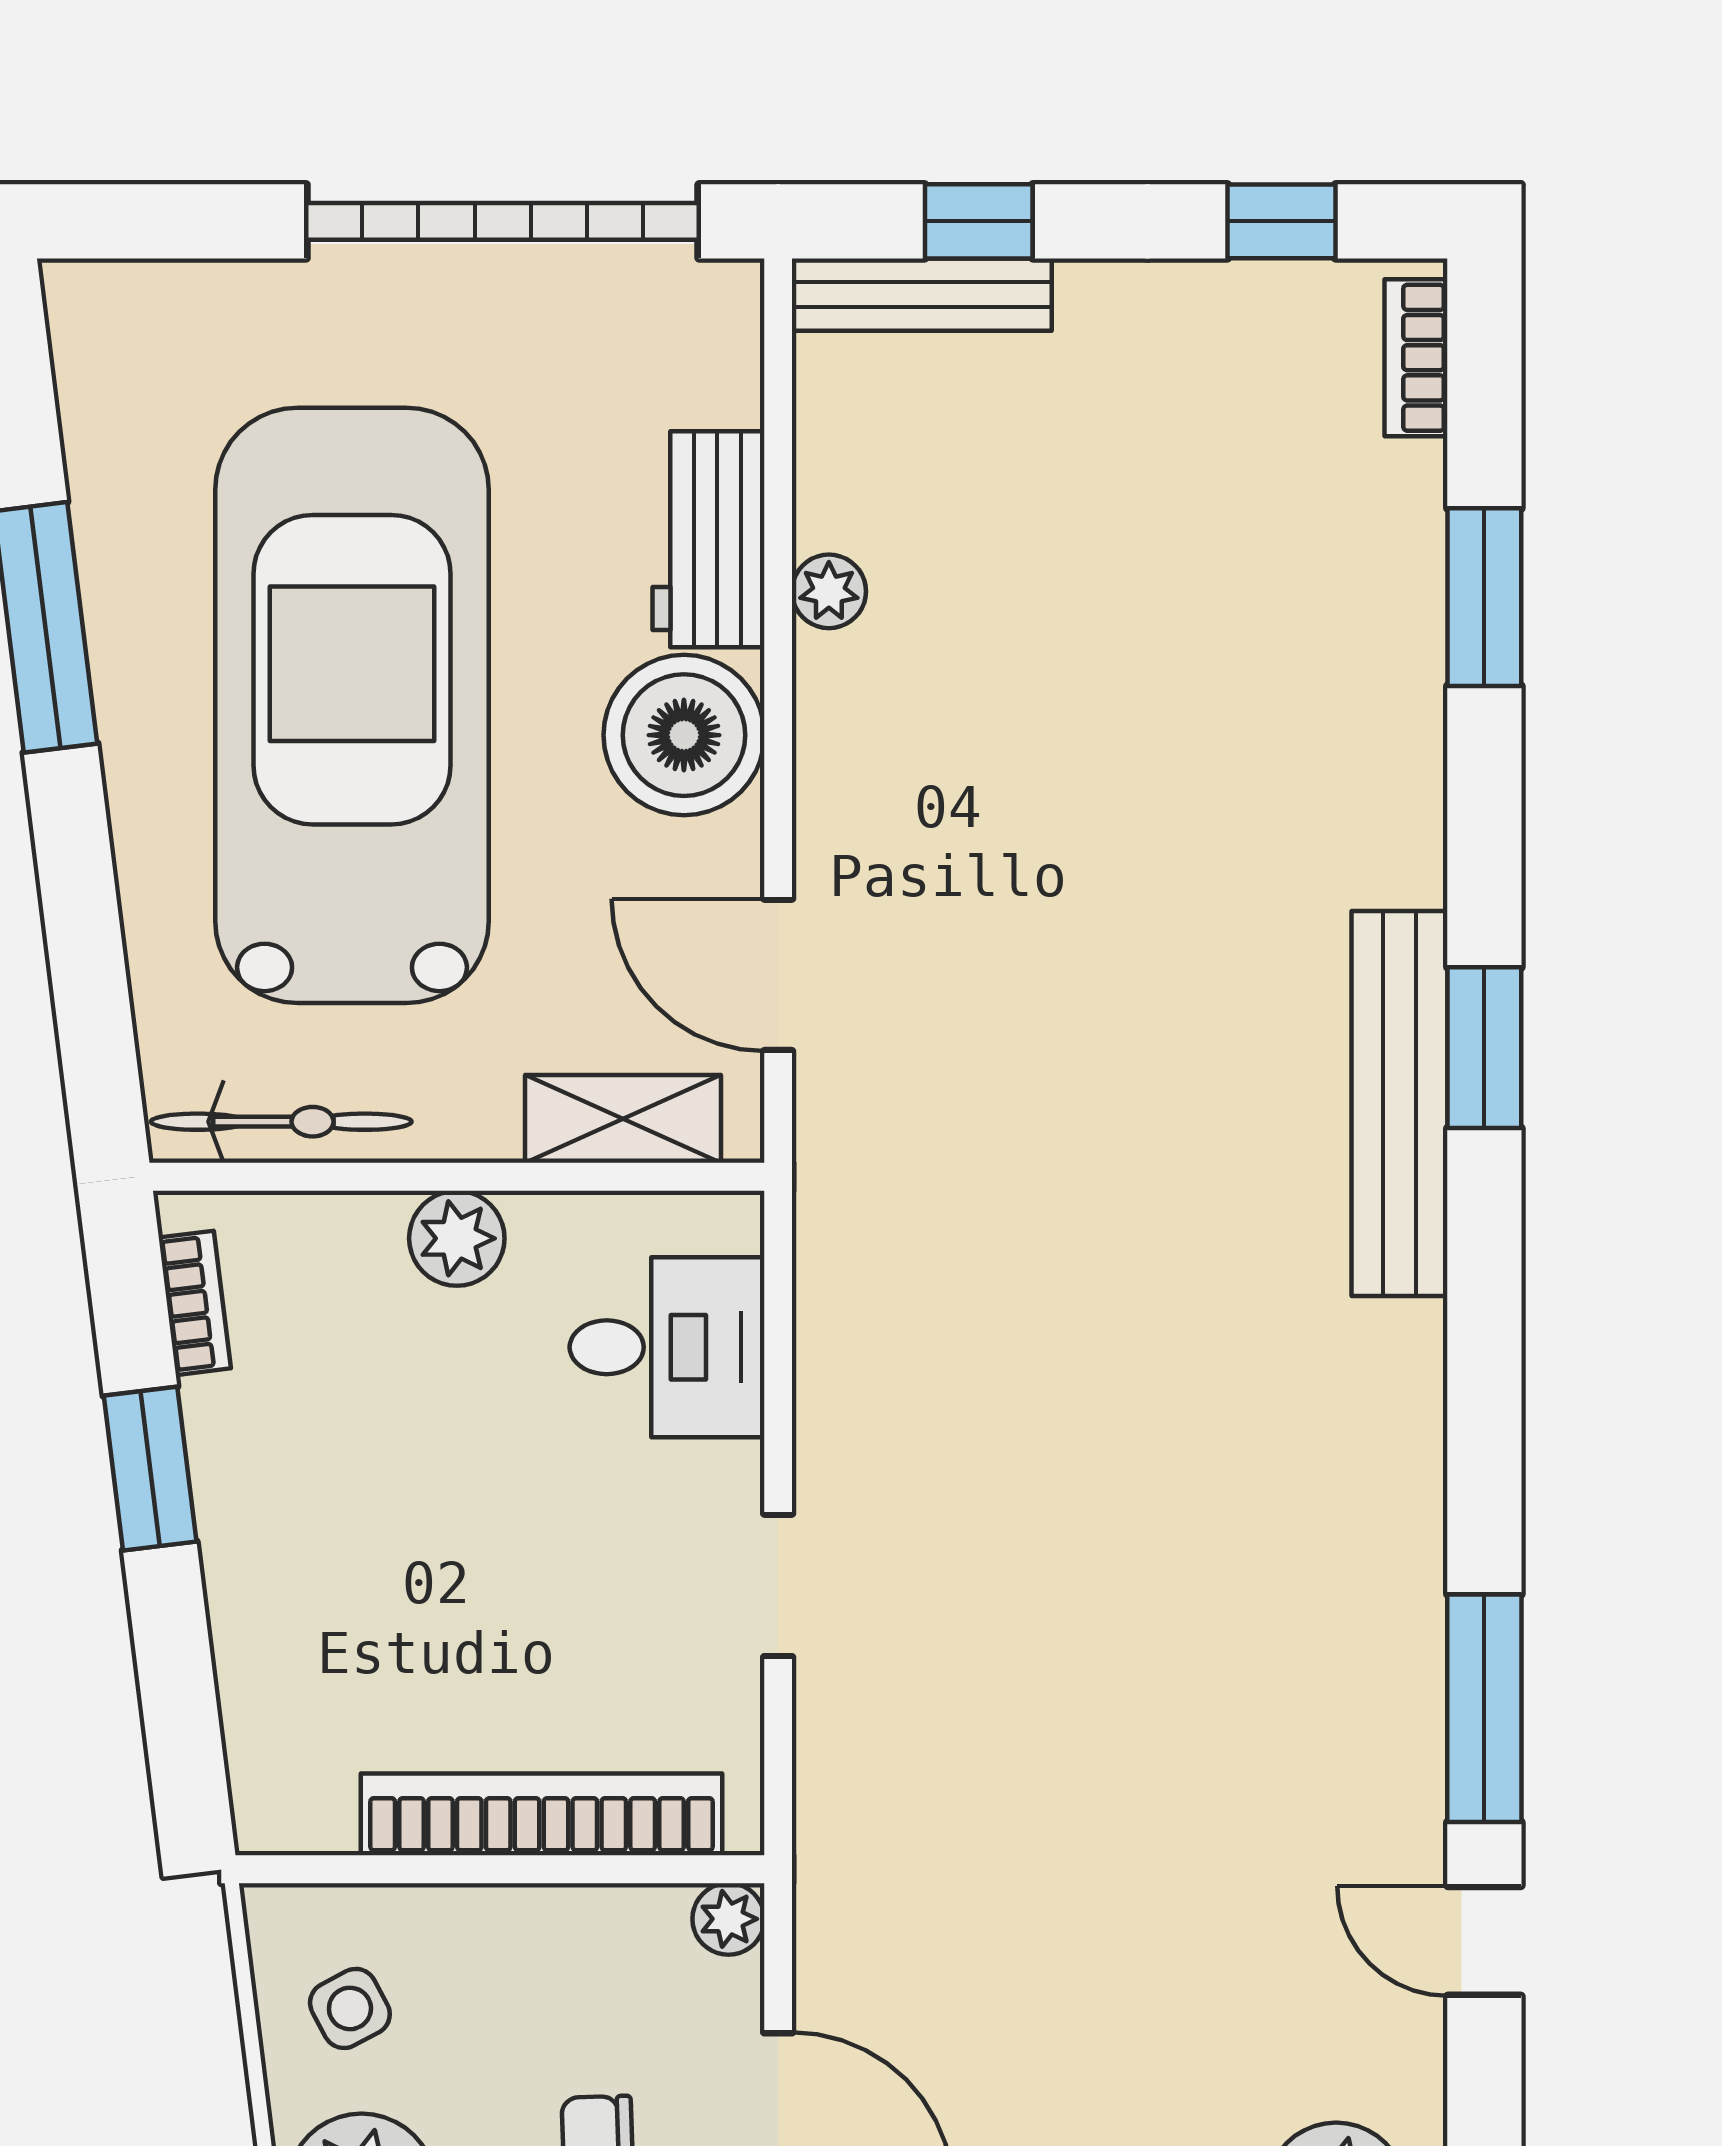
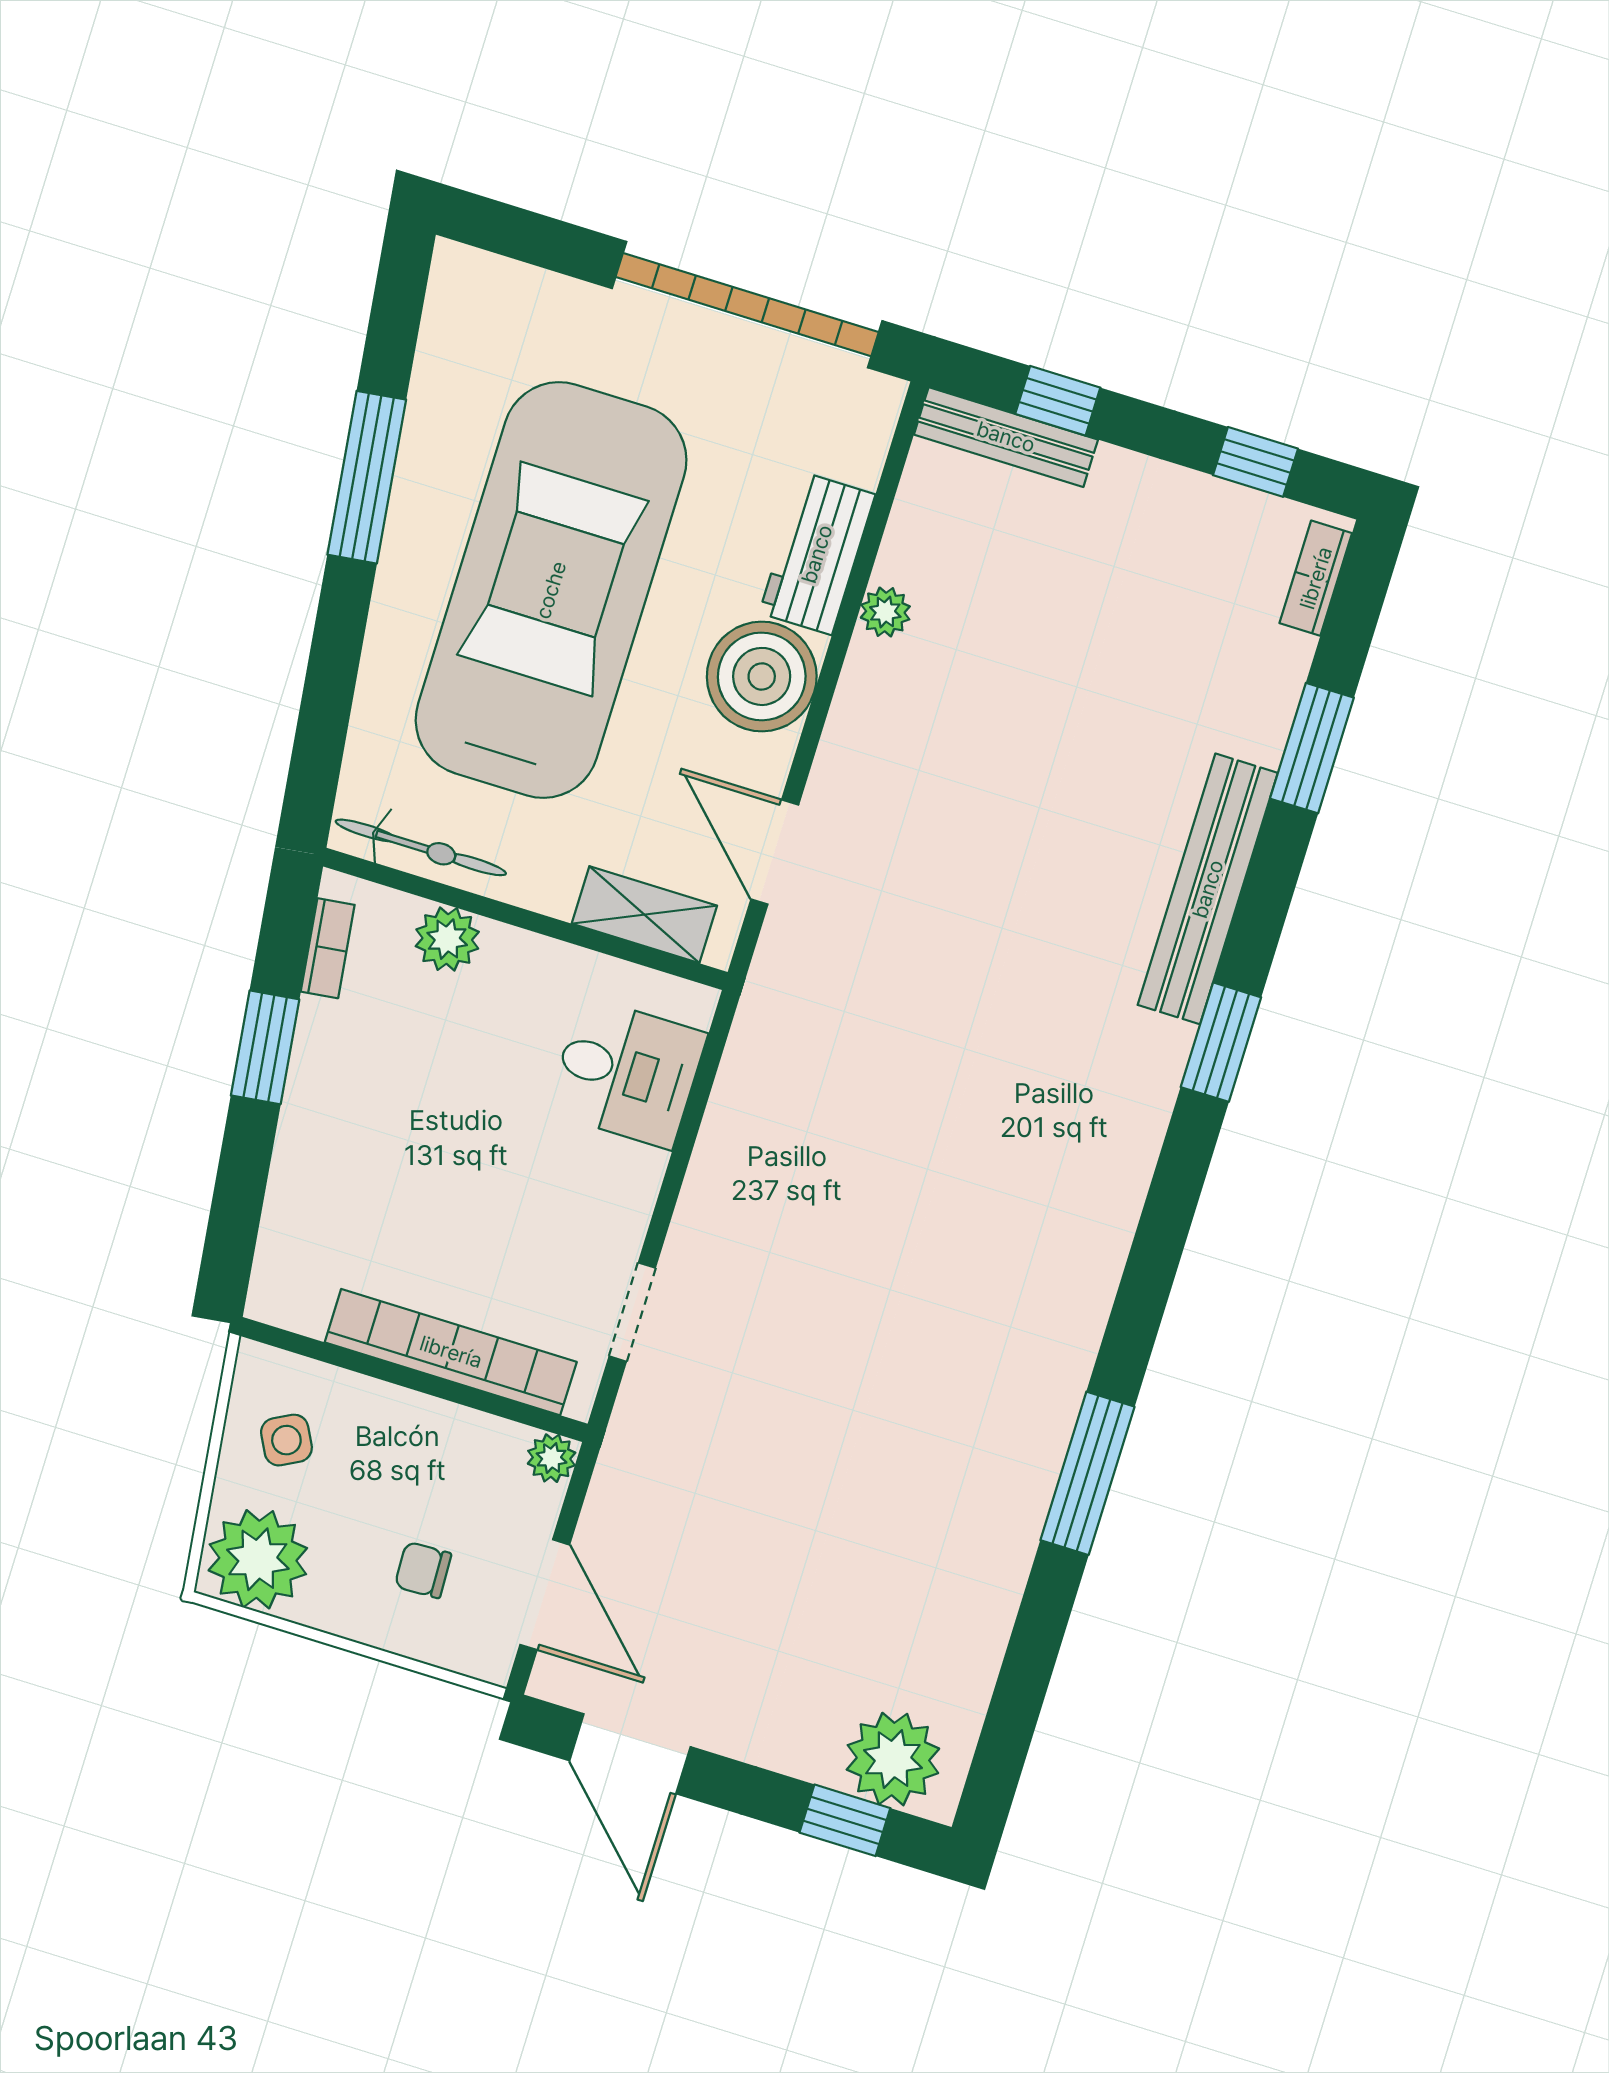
bench: (1400, 1103) -> (1208, 889), moved
plant: (457, 1238) -> (447, 939), moved
doorway: (778, 1585) -> (632, 1312), moved
door: (1484, 1941) -> (1040, 1625), removed

